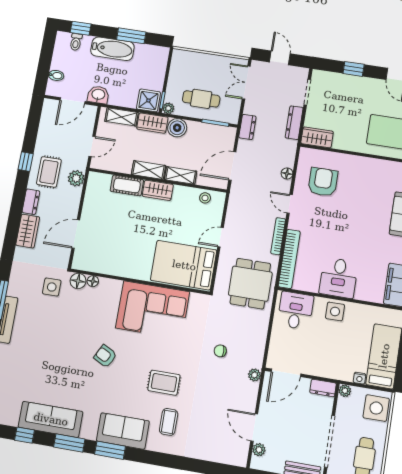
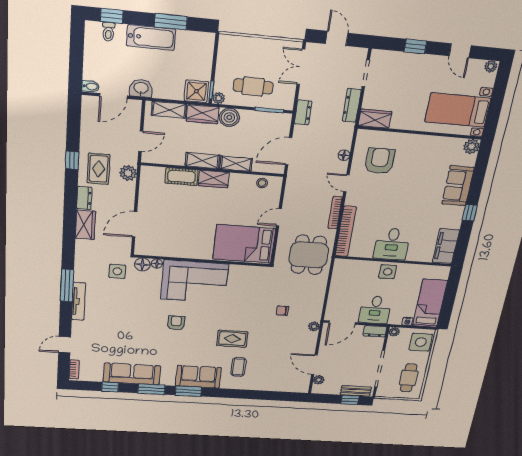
bidet: (56, 75) -> (91, 86), moved
corner sofa: (153, 310) -> (194, 281), moved
desk: (295, 311) -> (375, 310), moved, turned 180
armchair: (105, 356) -> (176, 323), turned 63

